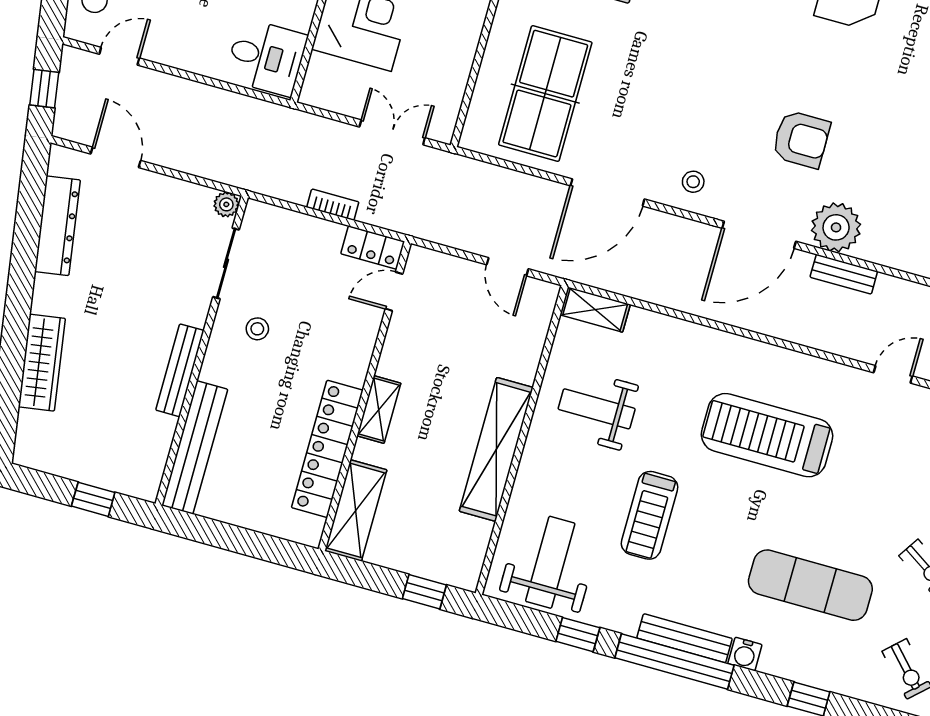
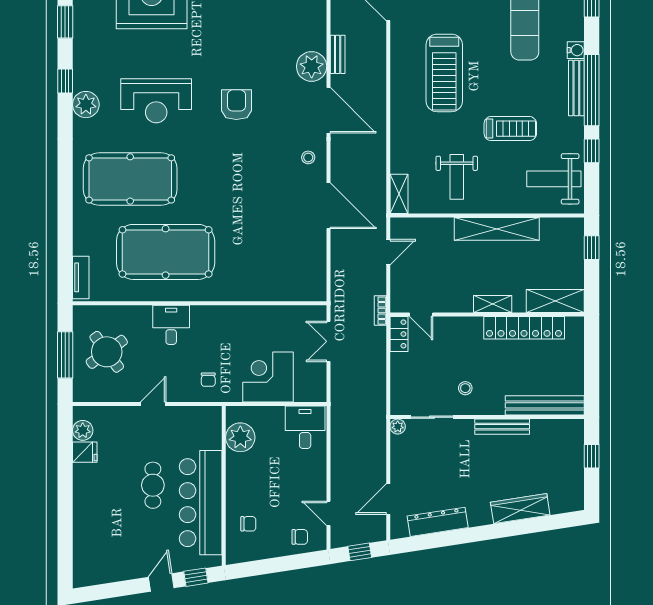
table tennis table: (545, 94) -> (281, 258), removed
armchair: (801, 139) -> (236, 105), moved
bookcase: (333, 205) -> (380, 311), moved

